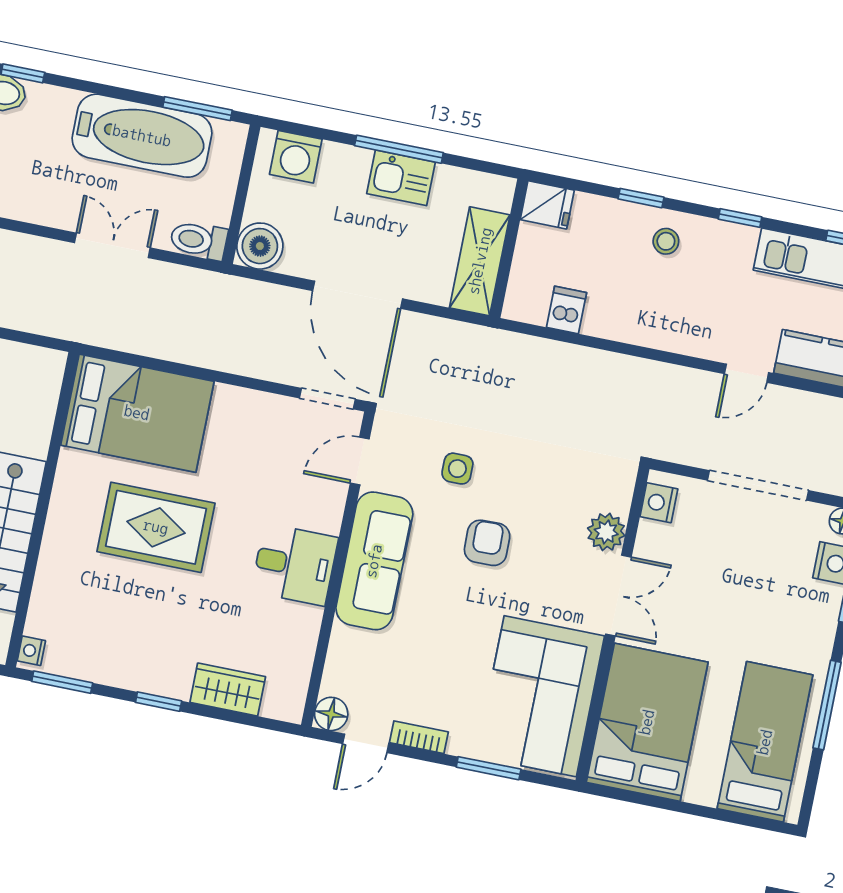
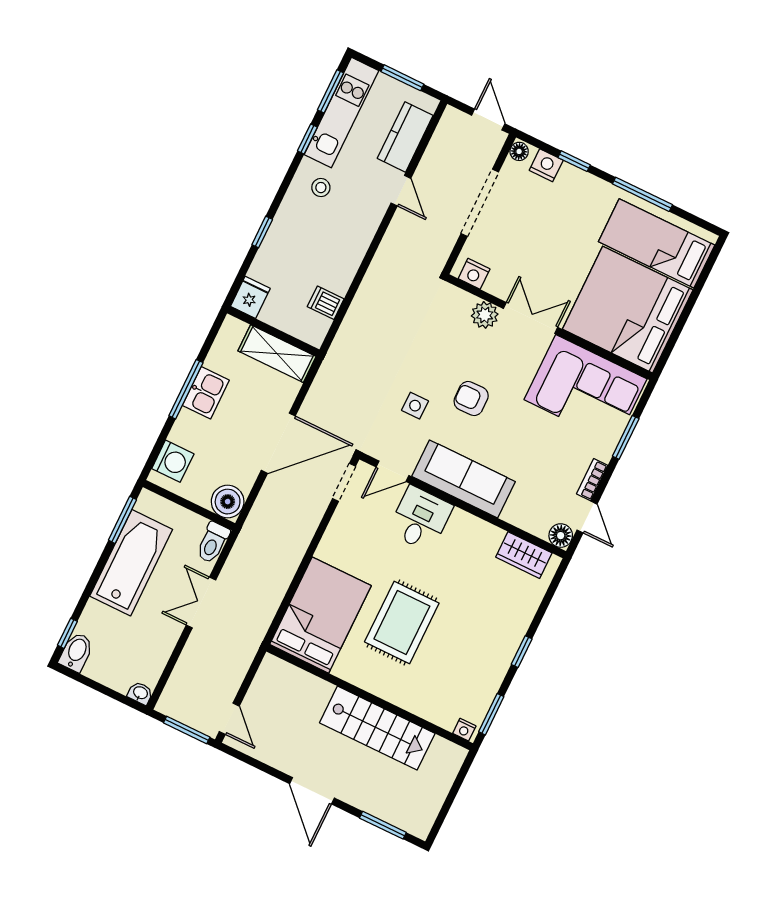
window: (740, 218) -> (307, 139), moved
stool: (666, 241) -> (321, 188), moved
door: (360, 461) -> (393, 471), hinge flipped
desk: (295, 565) -> (420, 519), moved
wardrobe: (228, 690) -> (524, 555), moved, turned -90
bed: (647, 722) -> (628, 310), width x1.36

